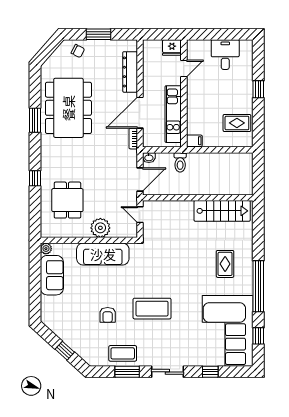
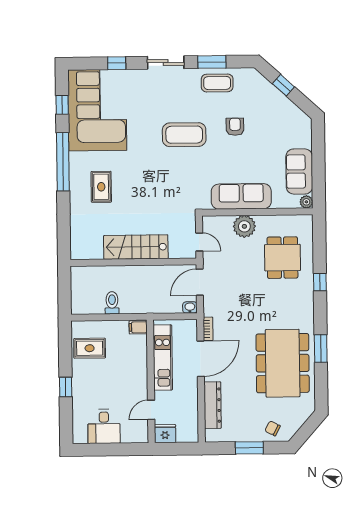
toilet: (180, 162) -> (112, 303), moved
stairs: (222, 211) -> (136, 247), moved

